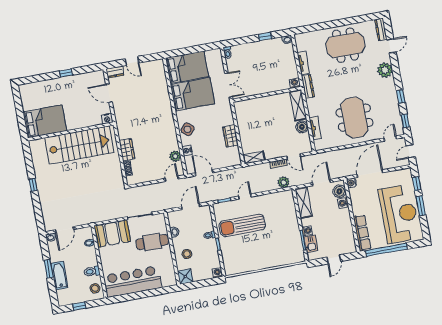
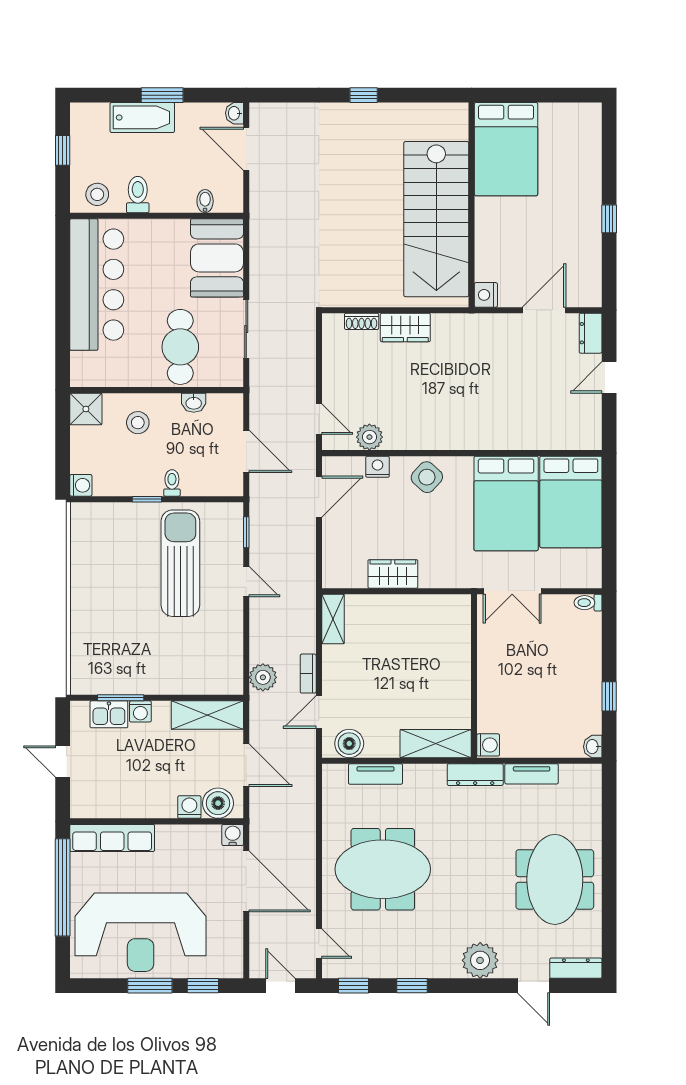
boiler: (302, 127) -> (349, 744), moved

